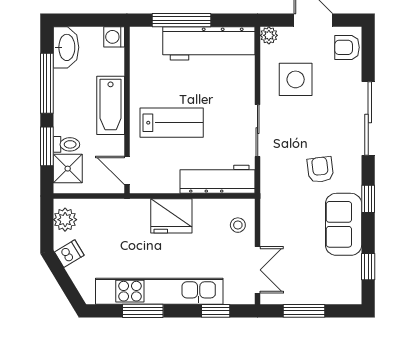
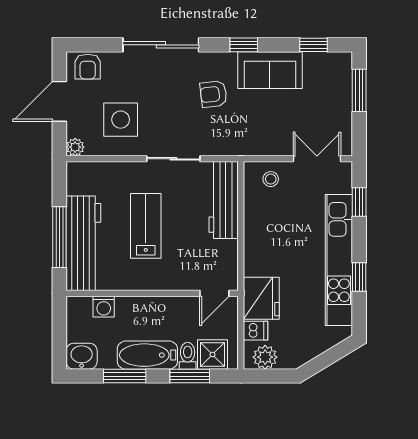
washing machine: (114, 37) -> (104, 307), moved
workbench: (209, 43) -> (83, 243), moved
washbasin: (66, 47) -> (82, 356), width x0.72
window: (47, 83) -> (125, 376), width x0.69
bathtub: (111, 105) -> (147, 355), moved, turned 180
lab bench: (172, 123) -> (146, 226), moved
fridge: (171, 216) -> (261, 298), moved
dishwasher: (69, 254) -> (256, 331), moved, turned 121
window: (143, 311) -> (359, 277), width x0.67
window: (304, 311) -> (359, 90), moved

